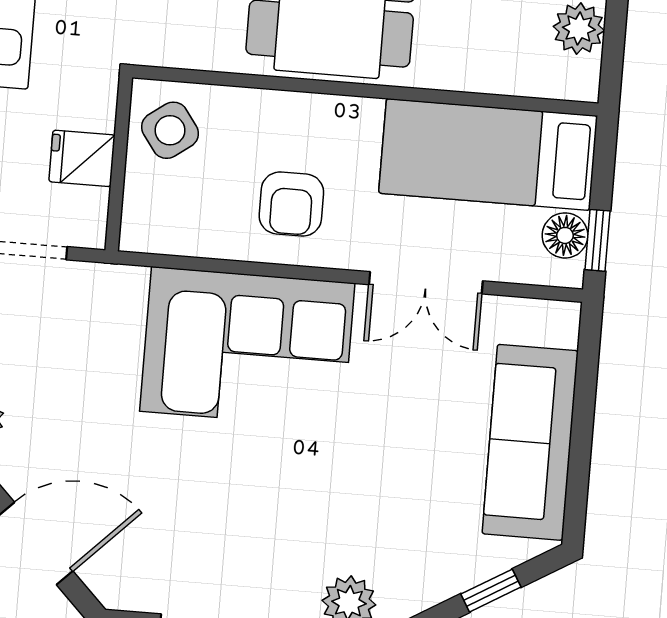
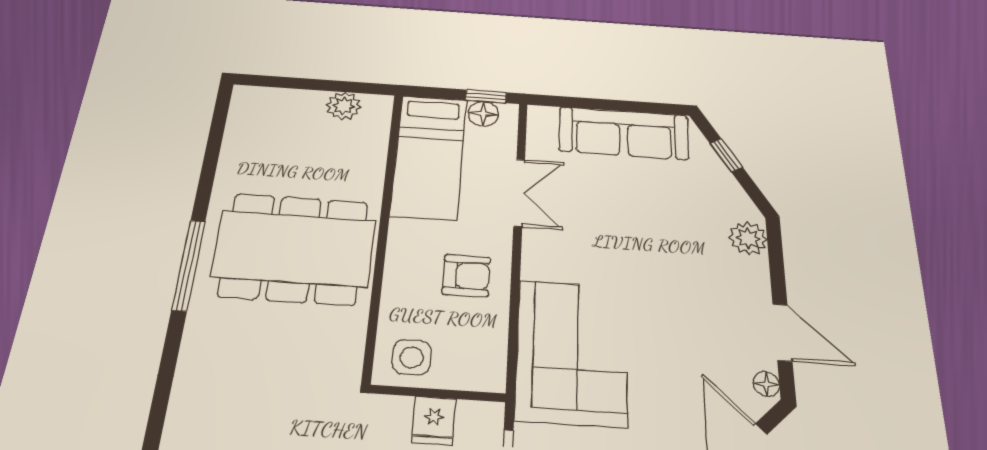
side table: (170, 130) -> (412, 357), turned 36
corner sofa: (247, 347) -> (572, 352), moved
floor lamp: (127, 594) -> (766, 384), added

